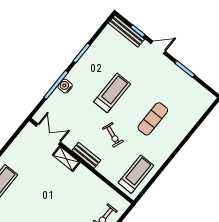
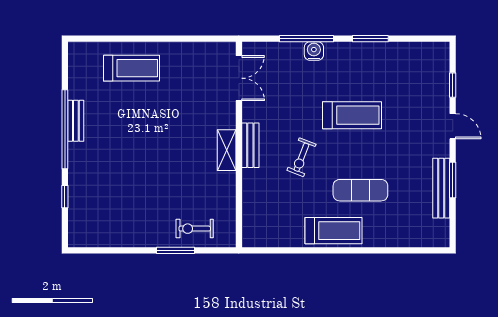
bench: (126, 31) -> (441, 188), moved
shelving: (66, 159) -> (227, 150), moved
treadmill: (136, 174) -> (334, 231), moved

